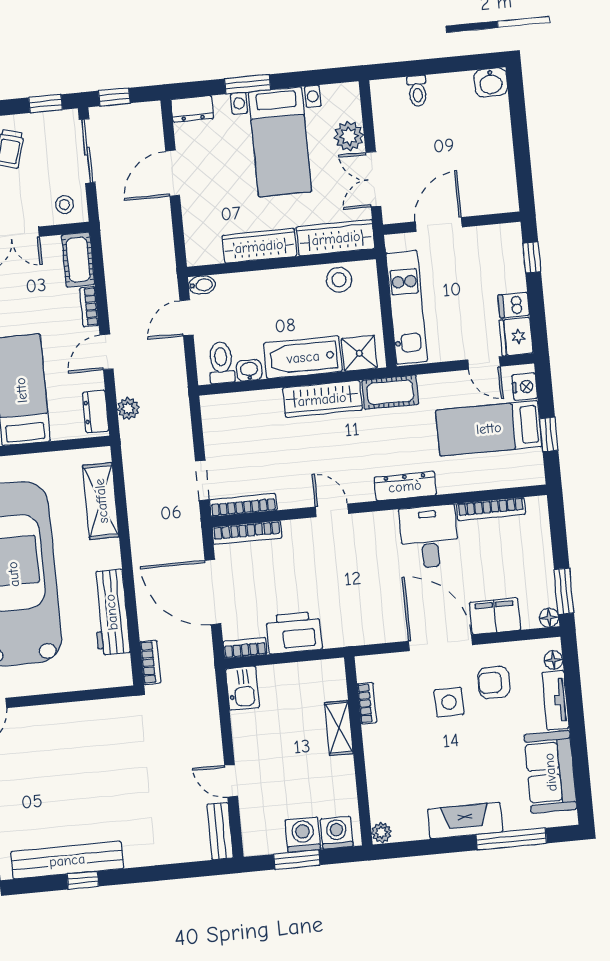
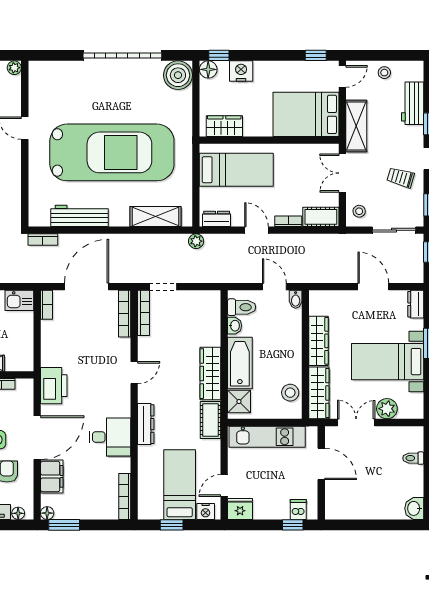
dishwasher: (514, 305) -> (298, 509), moved
plant: (128, 409) -> (196, 241), moved
bookcase: (491, 509) -> (125, 496), moved
printer: (294, 633) -> (54, 386), moved

